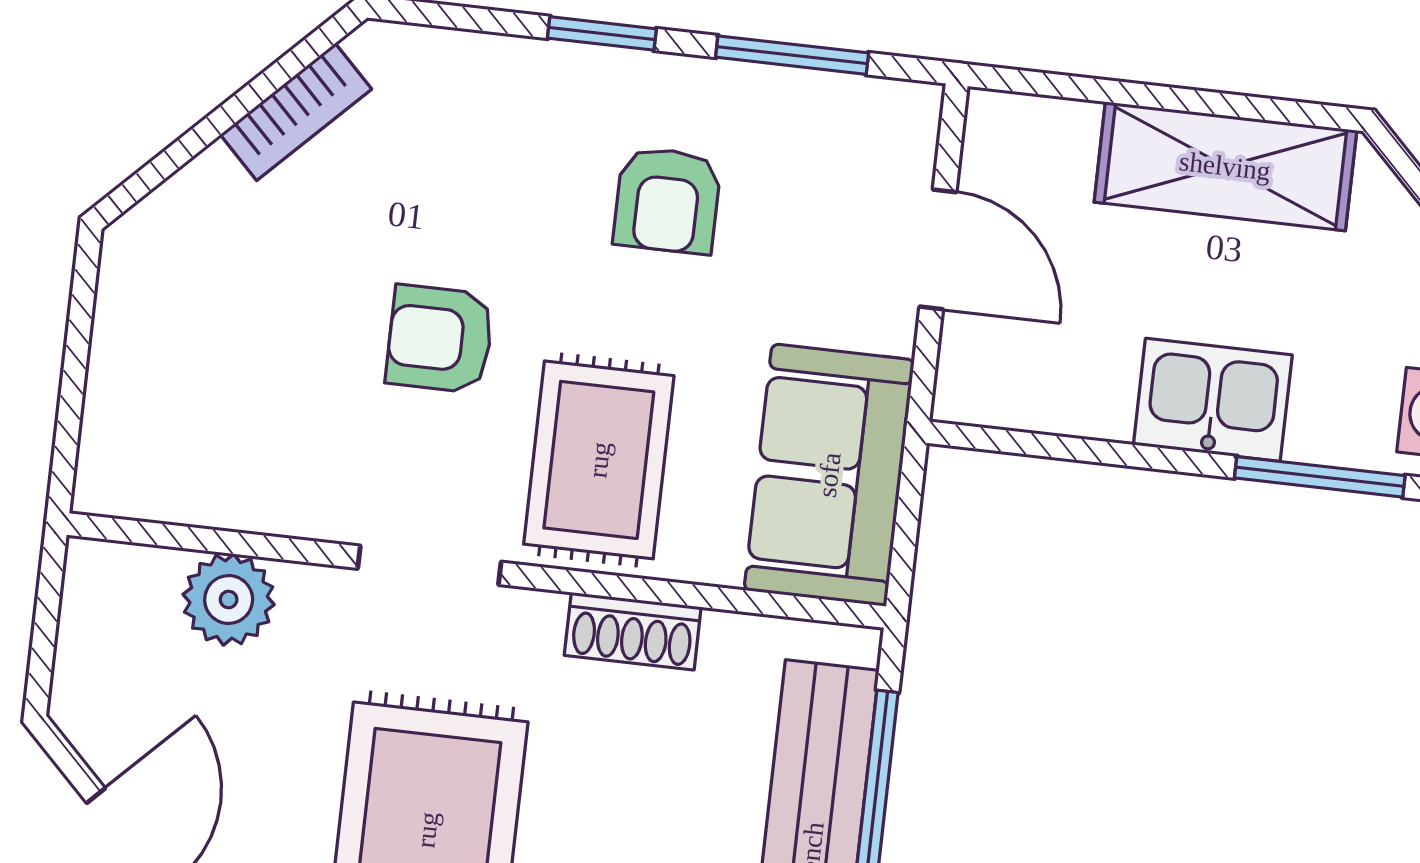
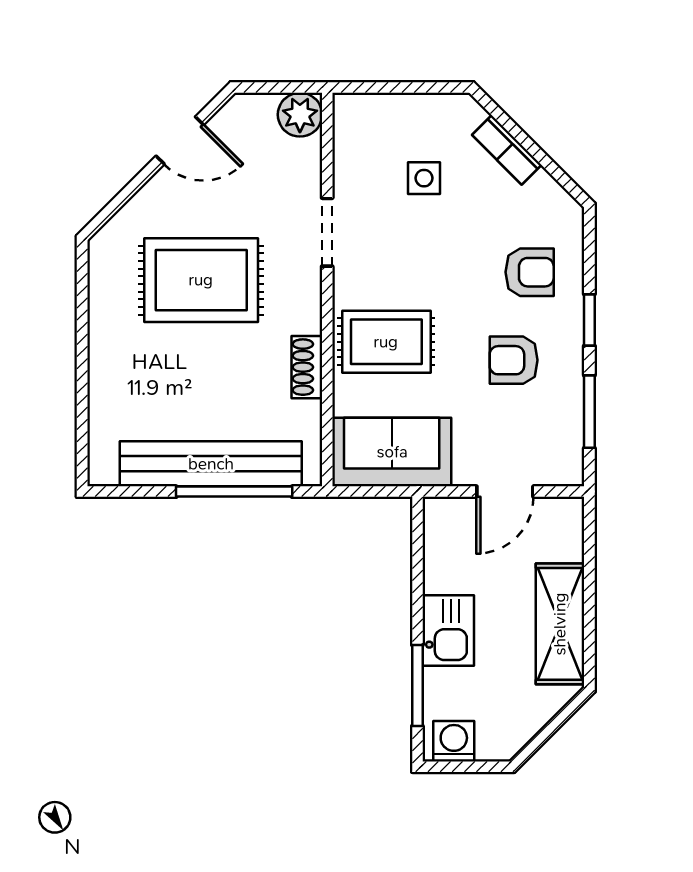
bookcase: (296, 112) -> (507, 150), moved
armchair: (440, 339) -> (530, 272), moved, turned 90
side table: (268, 343) -> (424, 178), added
doorway: (429, 565) -> (327, 232), moved
plant: (229, 600) -> (300, 115), moved

